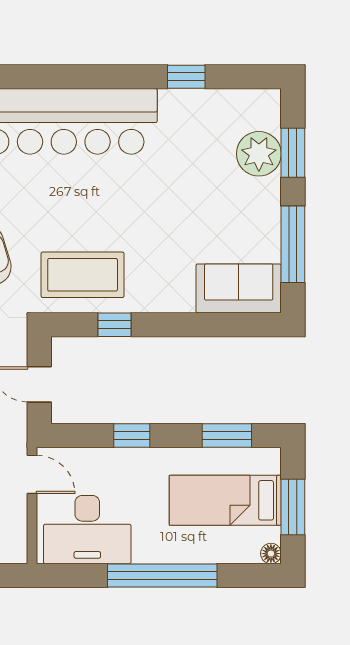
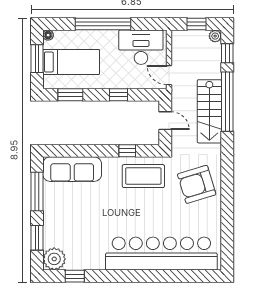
window: (186, 77) -> (75, 276), moved
plant: (259, 154) -> (54, 259), moved
sofa: (239, 288) -> (72, 169), width x1.36

